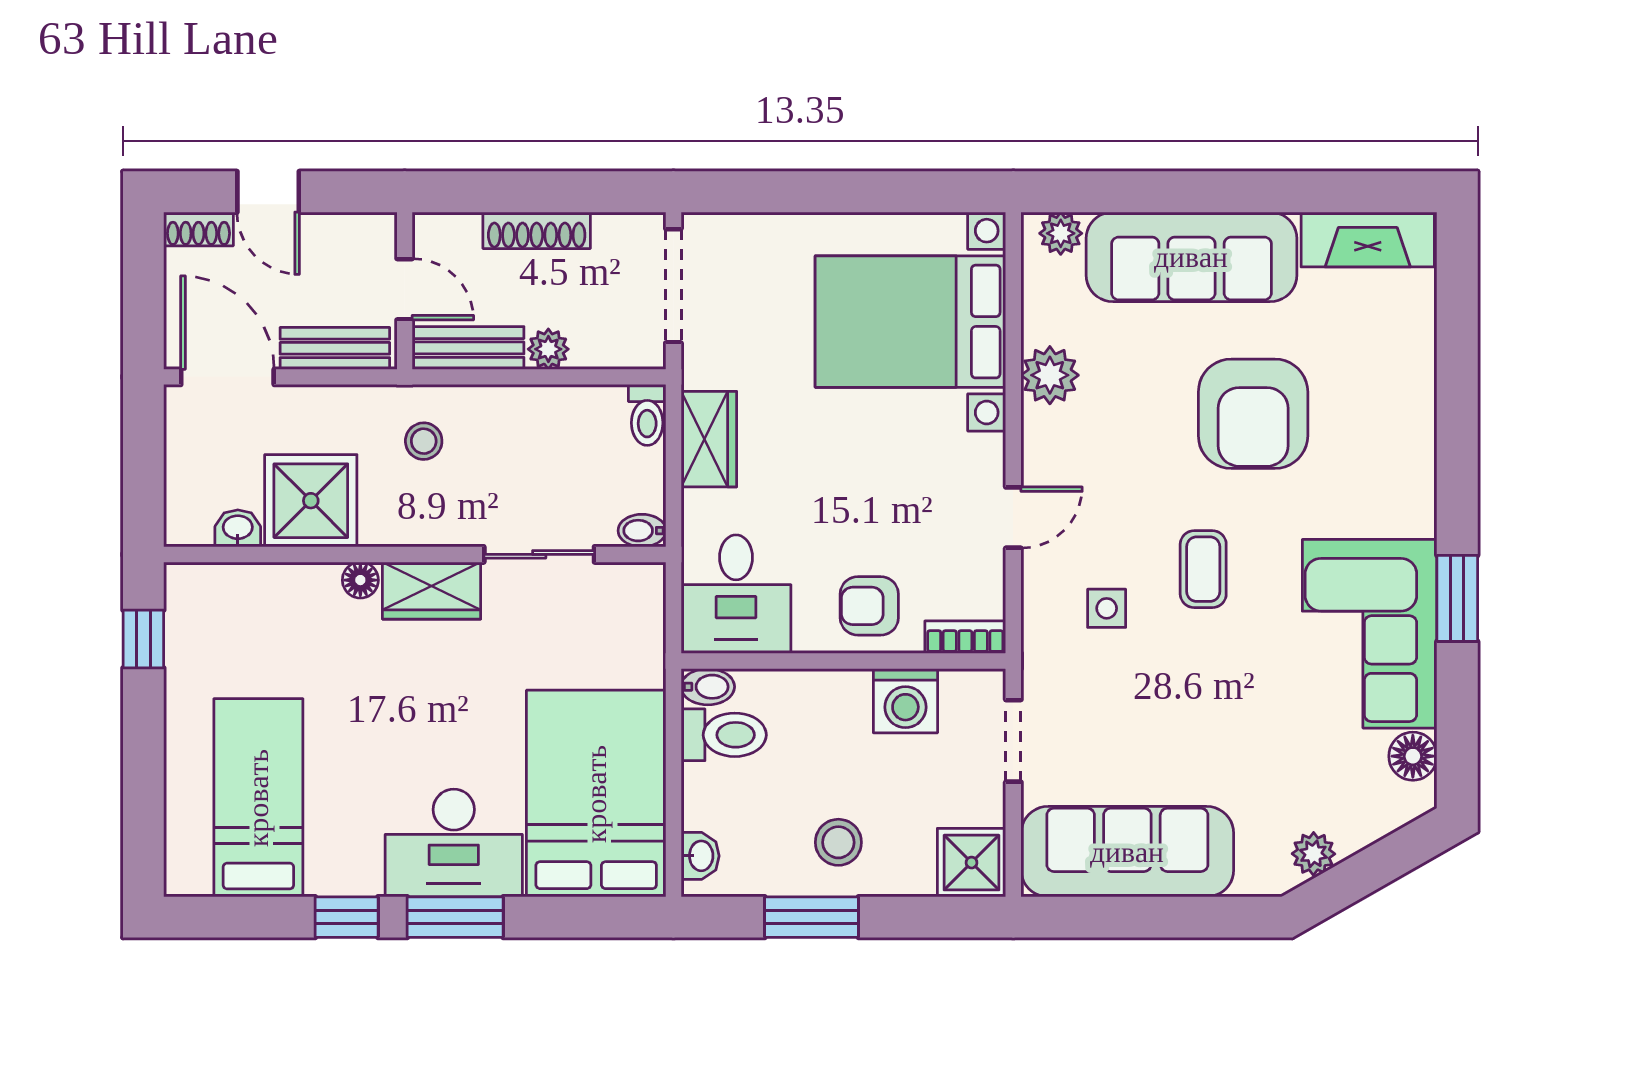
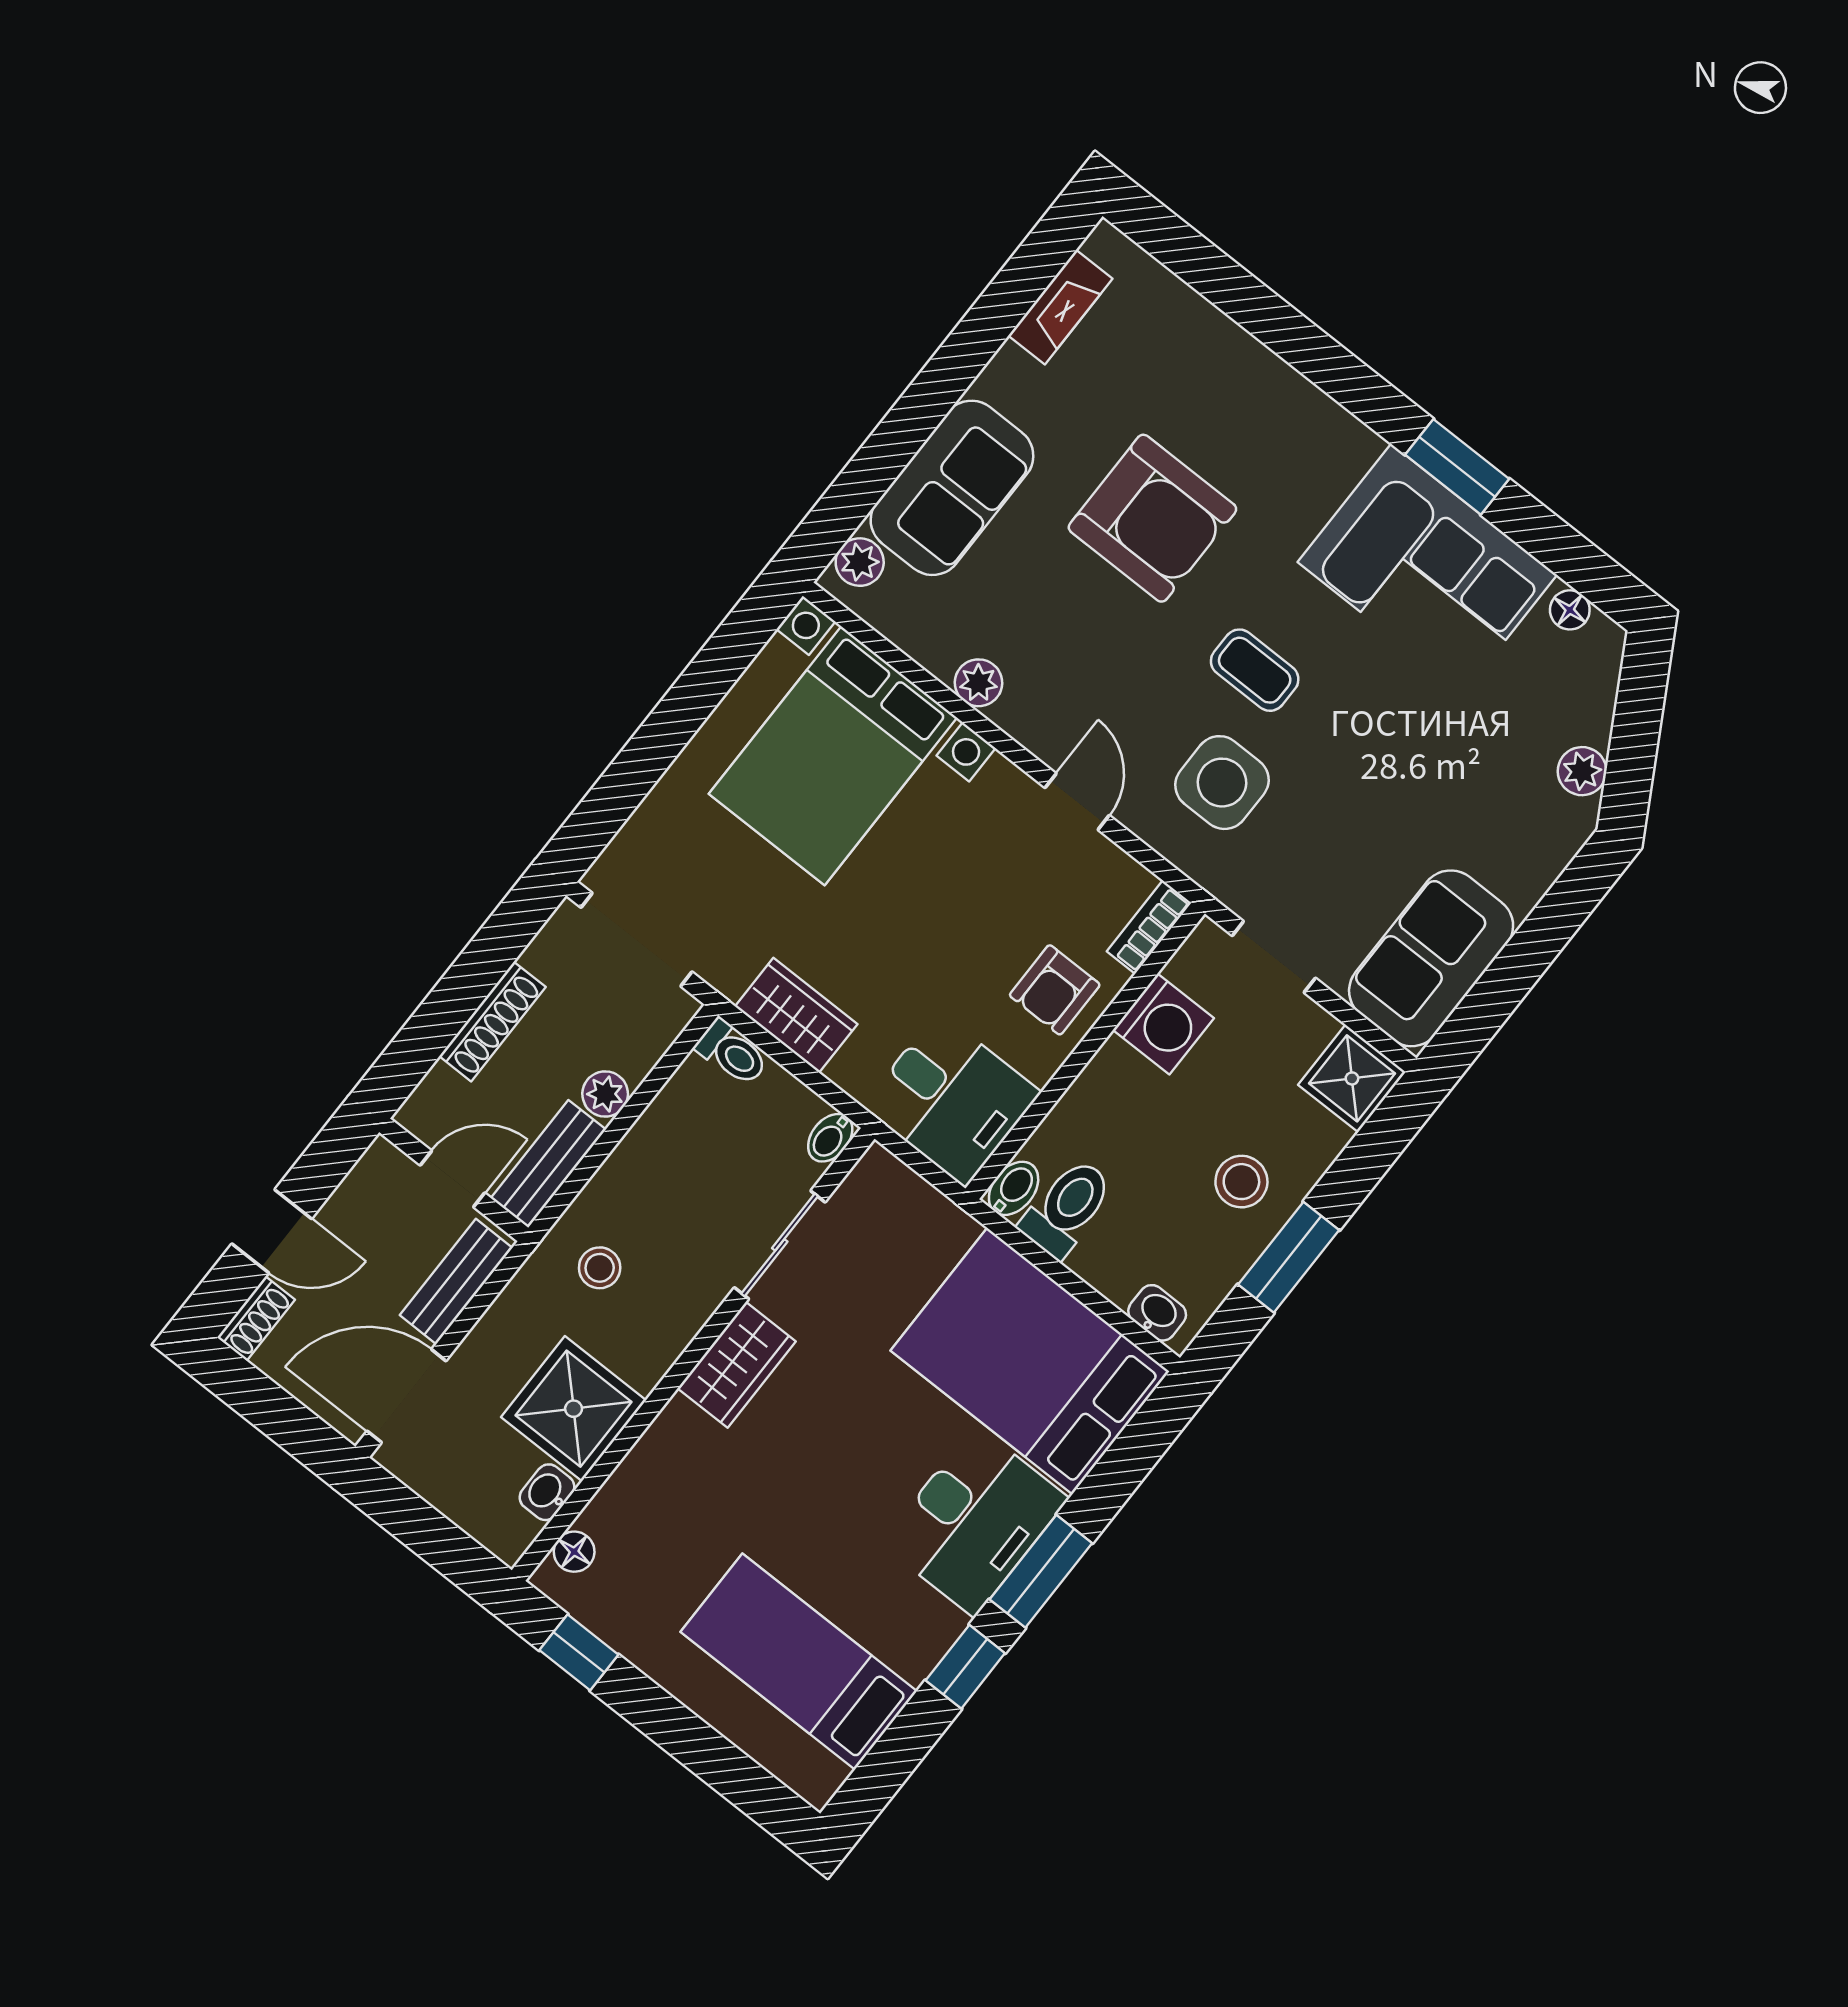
fireplace: (1368, 239) -> (1060, 307), width x0.73, depth x0.76
sofa: (1191, 257) -> (952, 488), width x0.73
plant: (1050, 375) -> (979, 683), width x0.73, depth x0.73
floor lamp: (360, 580) -> (574, 1552), moved
side table: (1107, 608) -> (1222, 783), width x1.87, depth x1.87
floor lamp: (1413, 756) -> (1570, 610), width x0.73, depth x0.73
sofa: (1127, 852) -> (1431, 958), width x0.73

